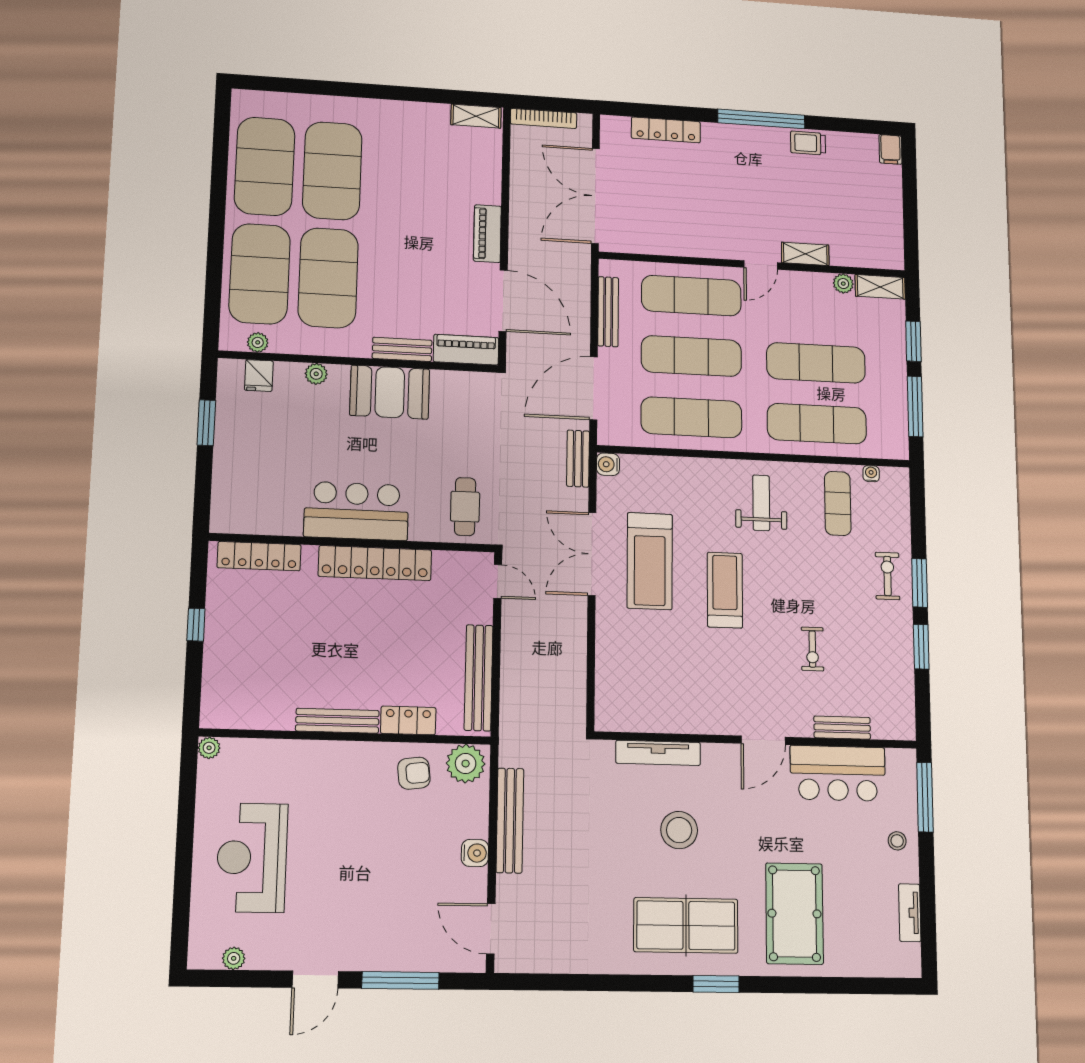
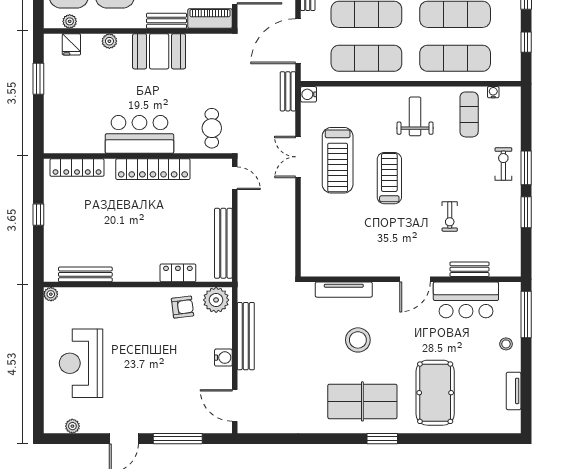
window: (915, 406) -> (526, 42), width x0.46
double door: (592, 554) -> (298, 157), width x0.73
bench: (337, 721) -> (85, 274), moved

